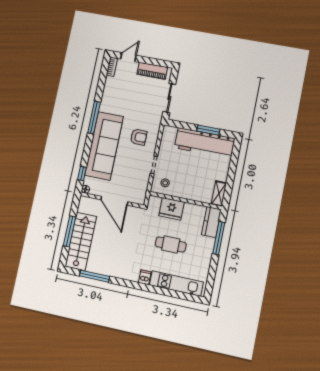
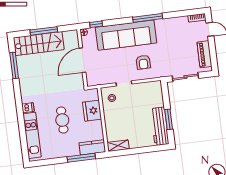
workbench: (205, 143) -> (160, 126), width x0.73, depth x0.76

